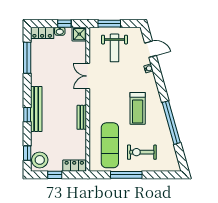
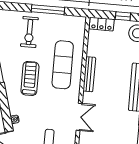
bench: (82, 117) -> (89, 74), width x1.36
exercise mat: (110, 145) -> (63, 65), moved
exercise bike: (142, 152) -> (29, 32), turned 90

